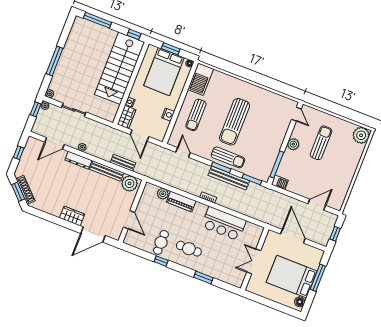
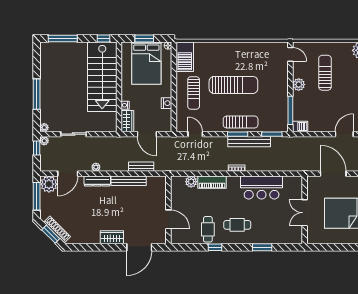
sun lounger: (235, 122) -> (233, 85), turned -90
window: (19, 153) -> (37, 196), width x2.17
plant: (130, 183) -> (49, 184), moved

